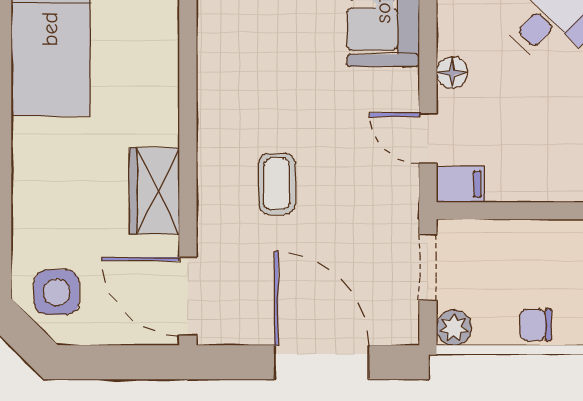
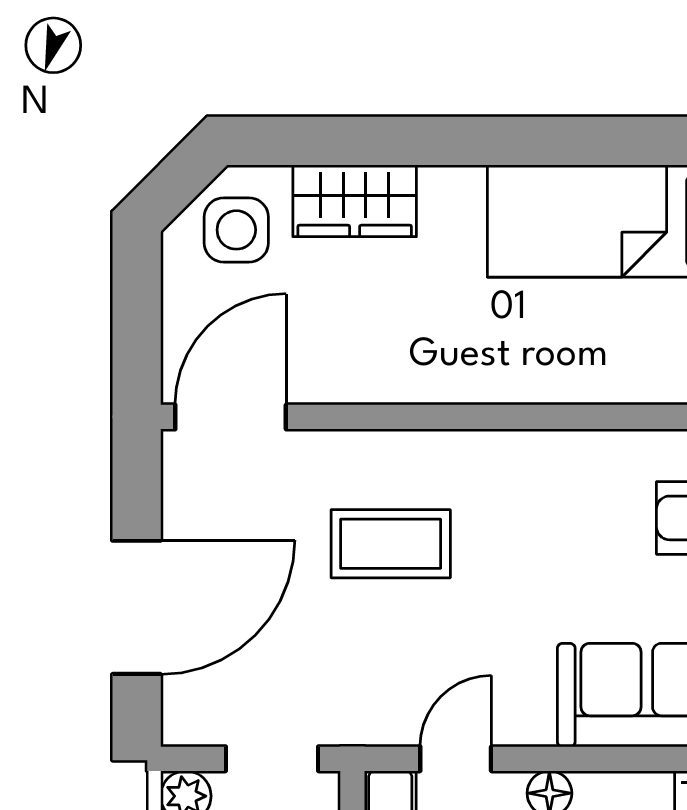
coffee table: (277, 184) -> (391, 544), width x1.36, depth x1.30
wardrobe: (154, 191) -> (355, 201), moved, turned 180

